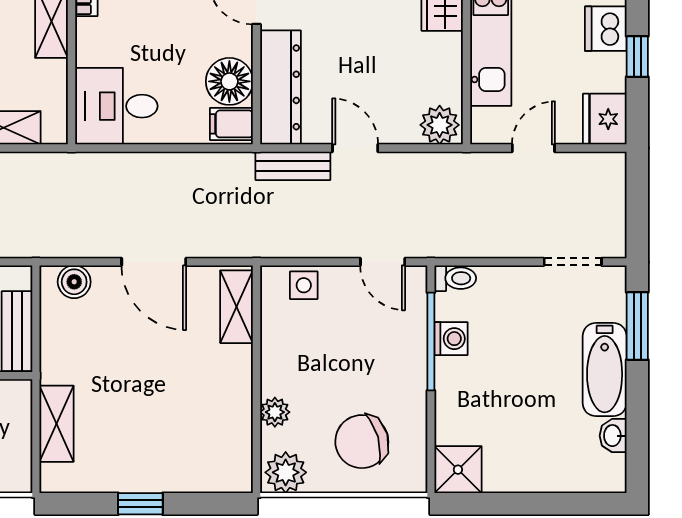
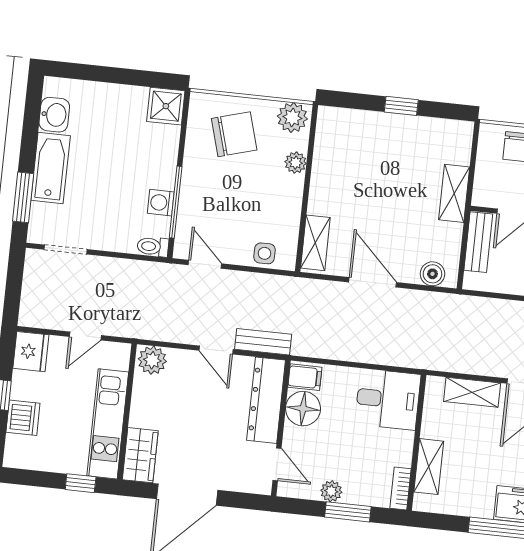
shelving: (57, 424) -> (454, 193), moved
washbasin: (613, 436) -> (54, 115), width x1.38, depth x1.45

